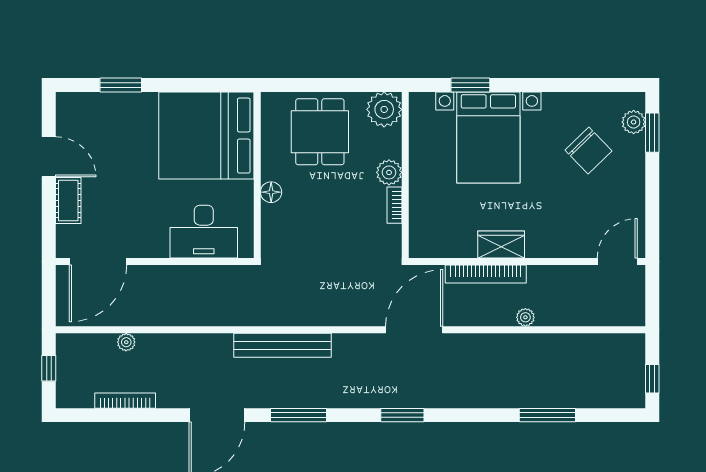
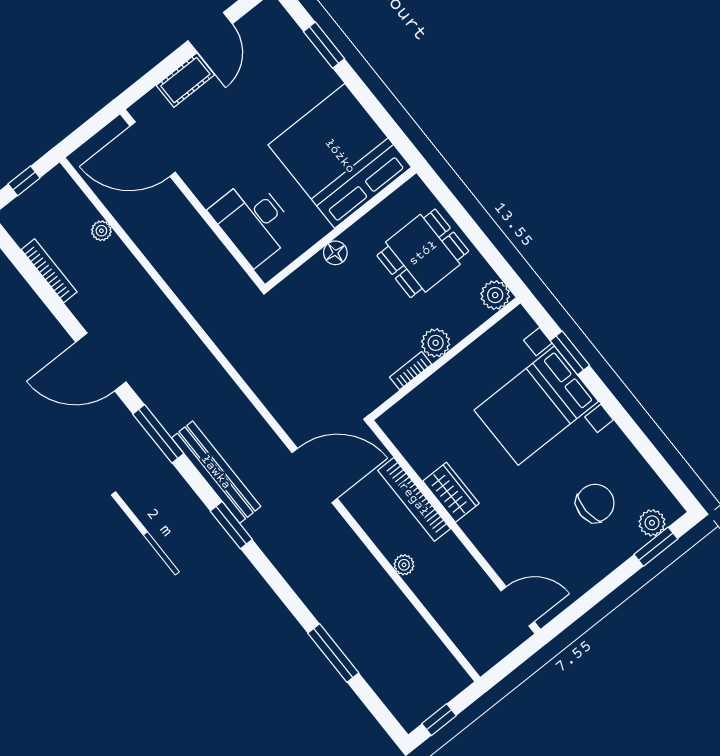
plant: (384, 109) -> (495, 295), width x0.73, depth x0.73
chair: (589, 151) -> (595, 503), turned -138
bench: (282, 345) -> (216, 472), moved

